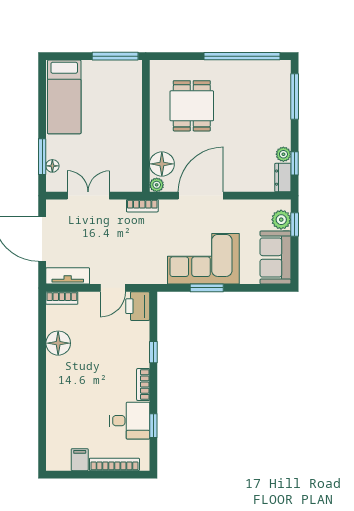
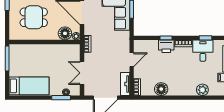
door: (113, 288) -> (132, 60), hinge flipped
printer: (138, 306) -> (166, 46), moved
plant: (57, 420) -> (202, 90), added

